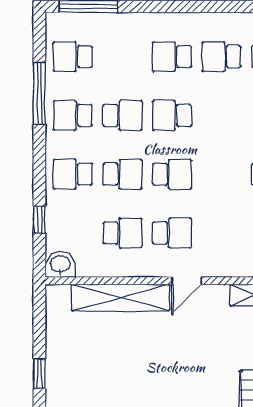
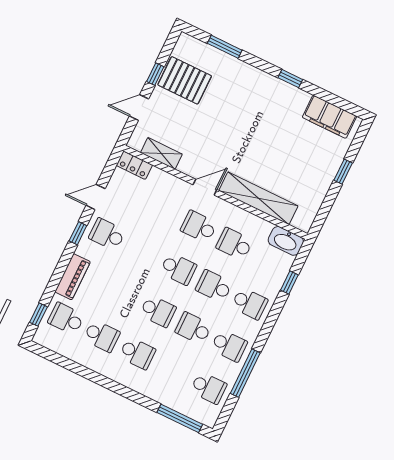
school desk: (172, 174) -> (178, 269), turned 180
washbasin: (60, 265) -> (286, 241), width x1.38

